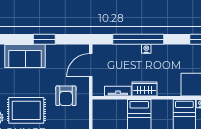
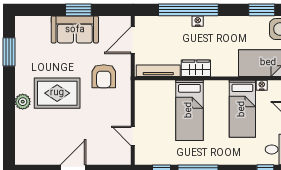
sofa: (25, 56) -> (75, 30), moved
tv unit: (118, 91) -> (158, 71), width x1.41

